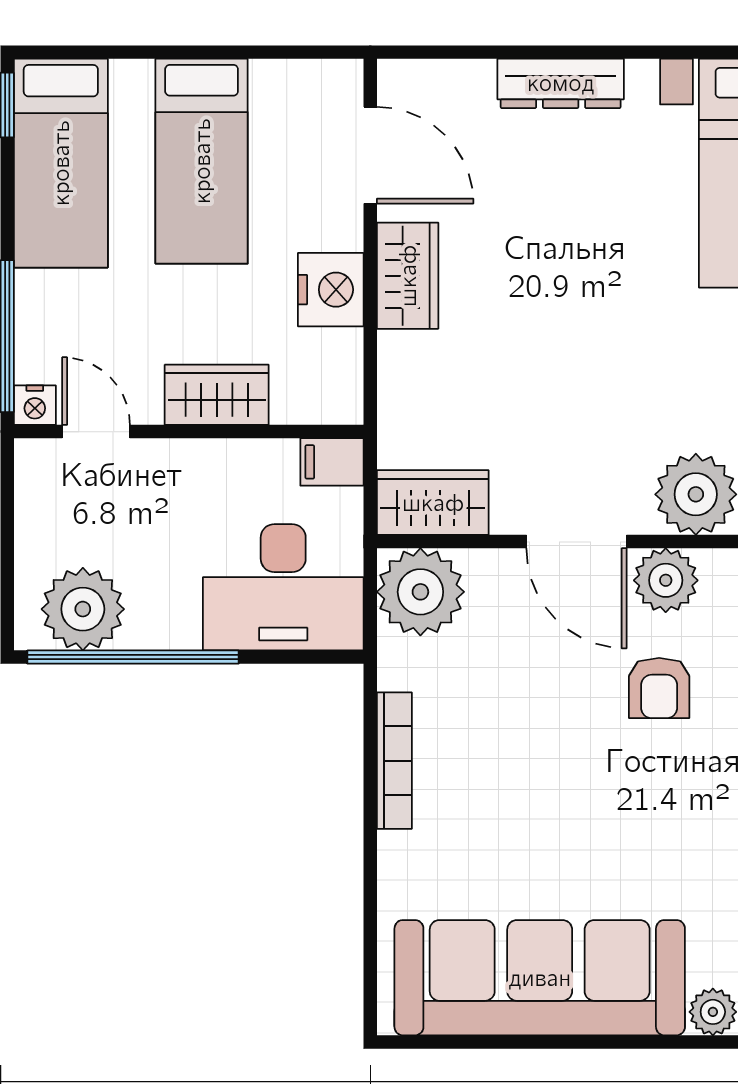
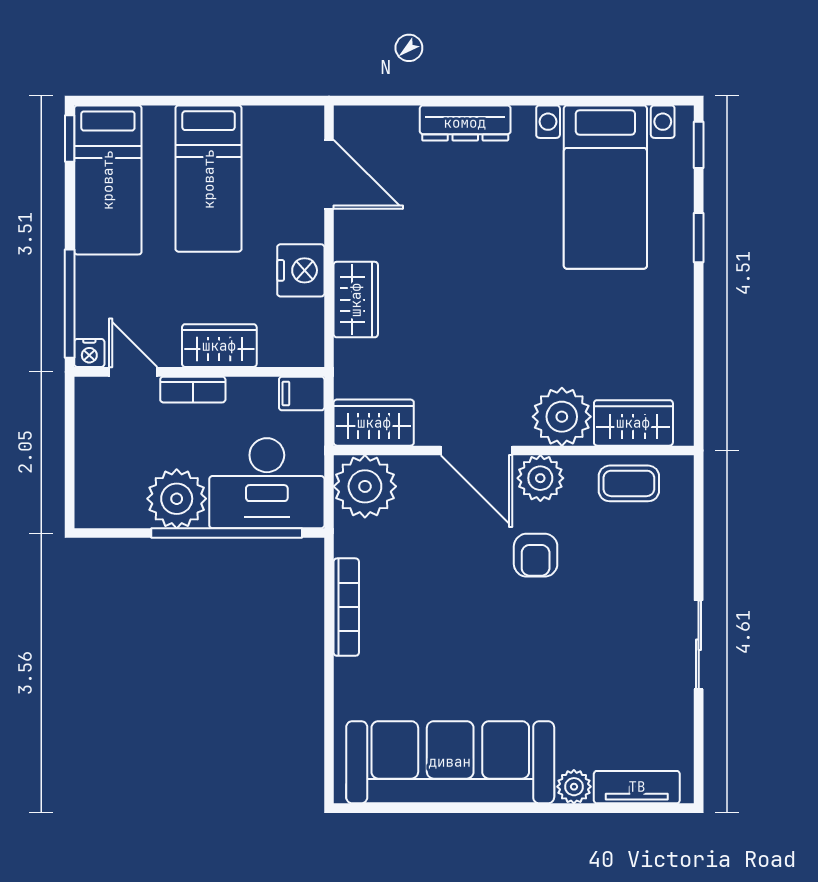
wardrobe: (408, 276) -> (356, 300), moved
bookcase: (180, 456) -> (193, 390), added
plant: (83, 609) -> (177, 499), moved
window: (133, 657) -> (227, 533), moved

